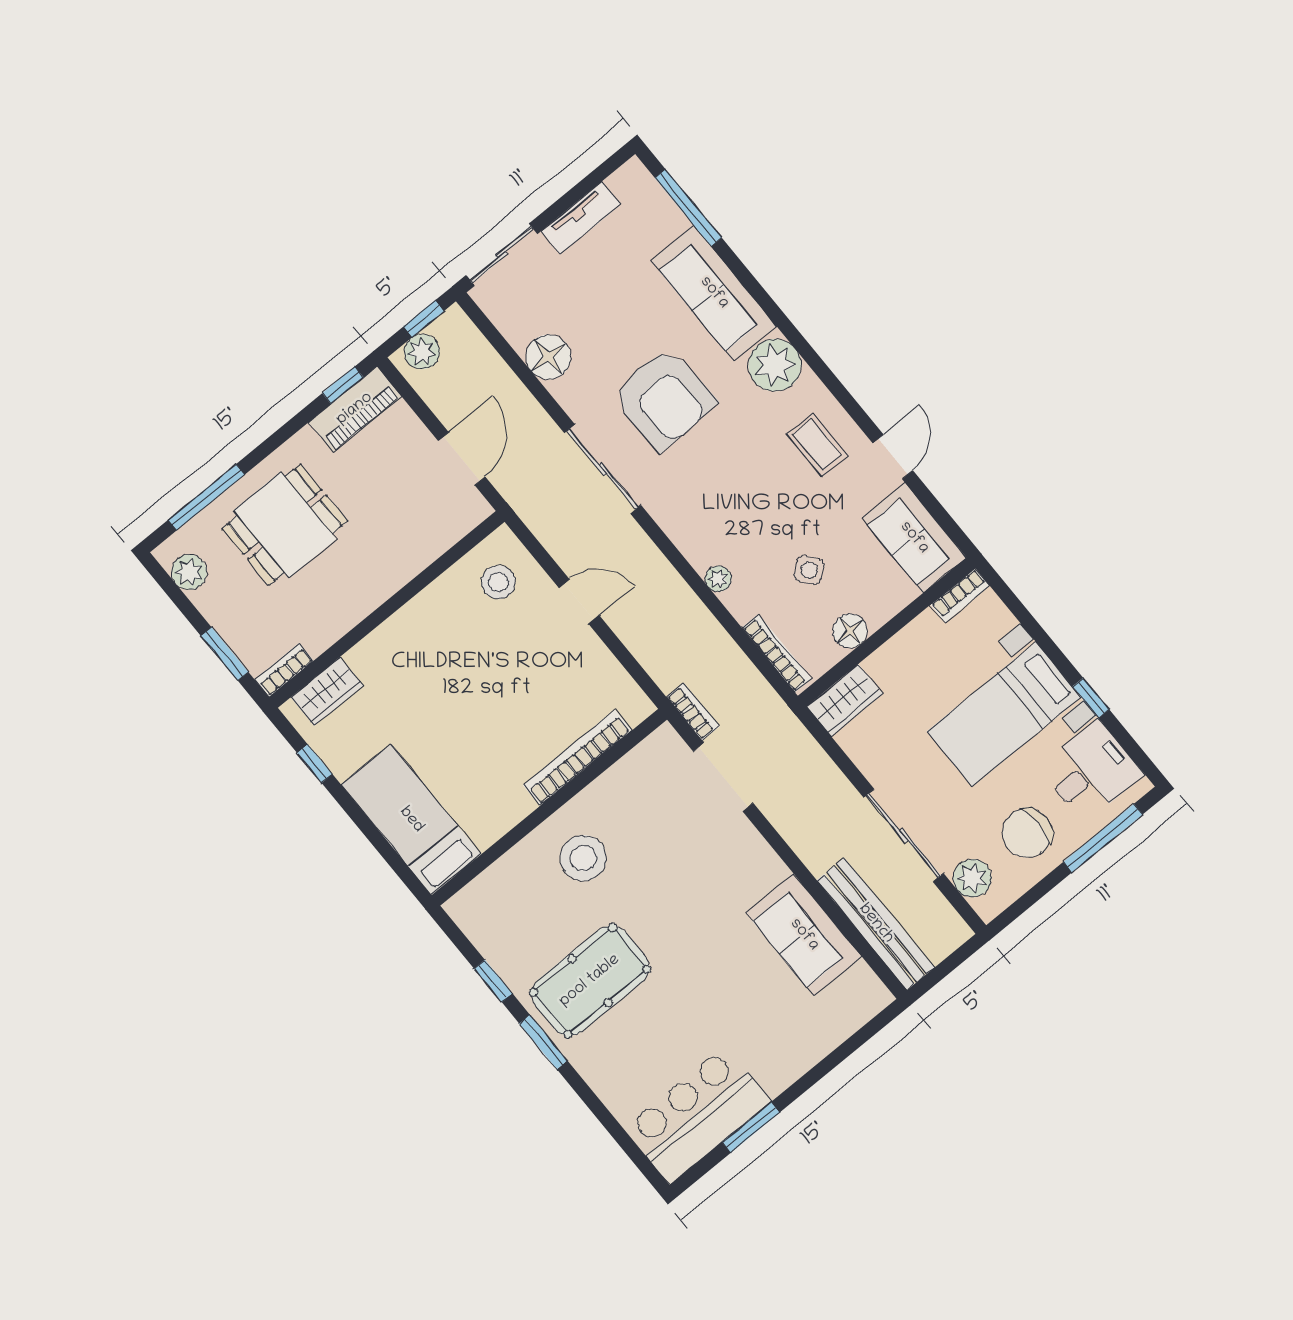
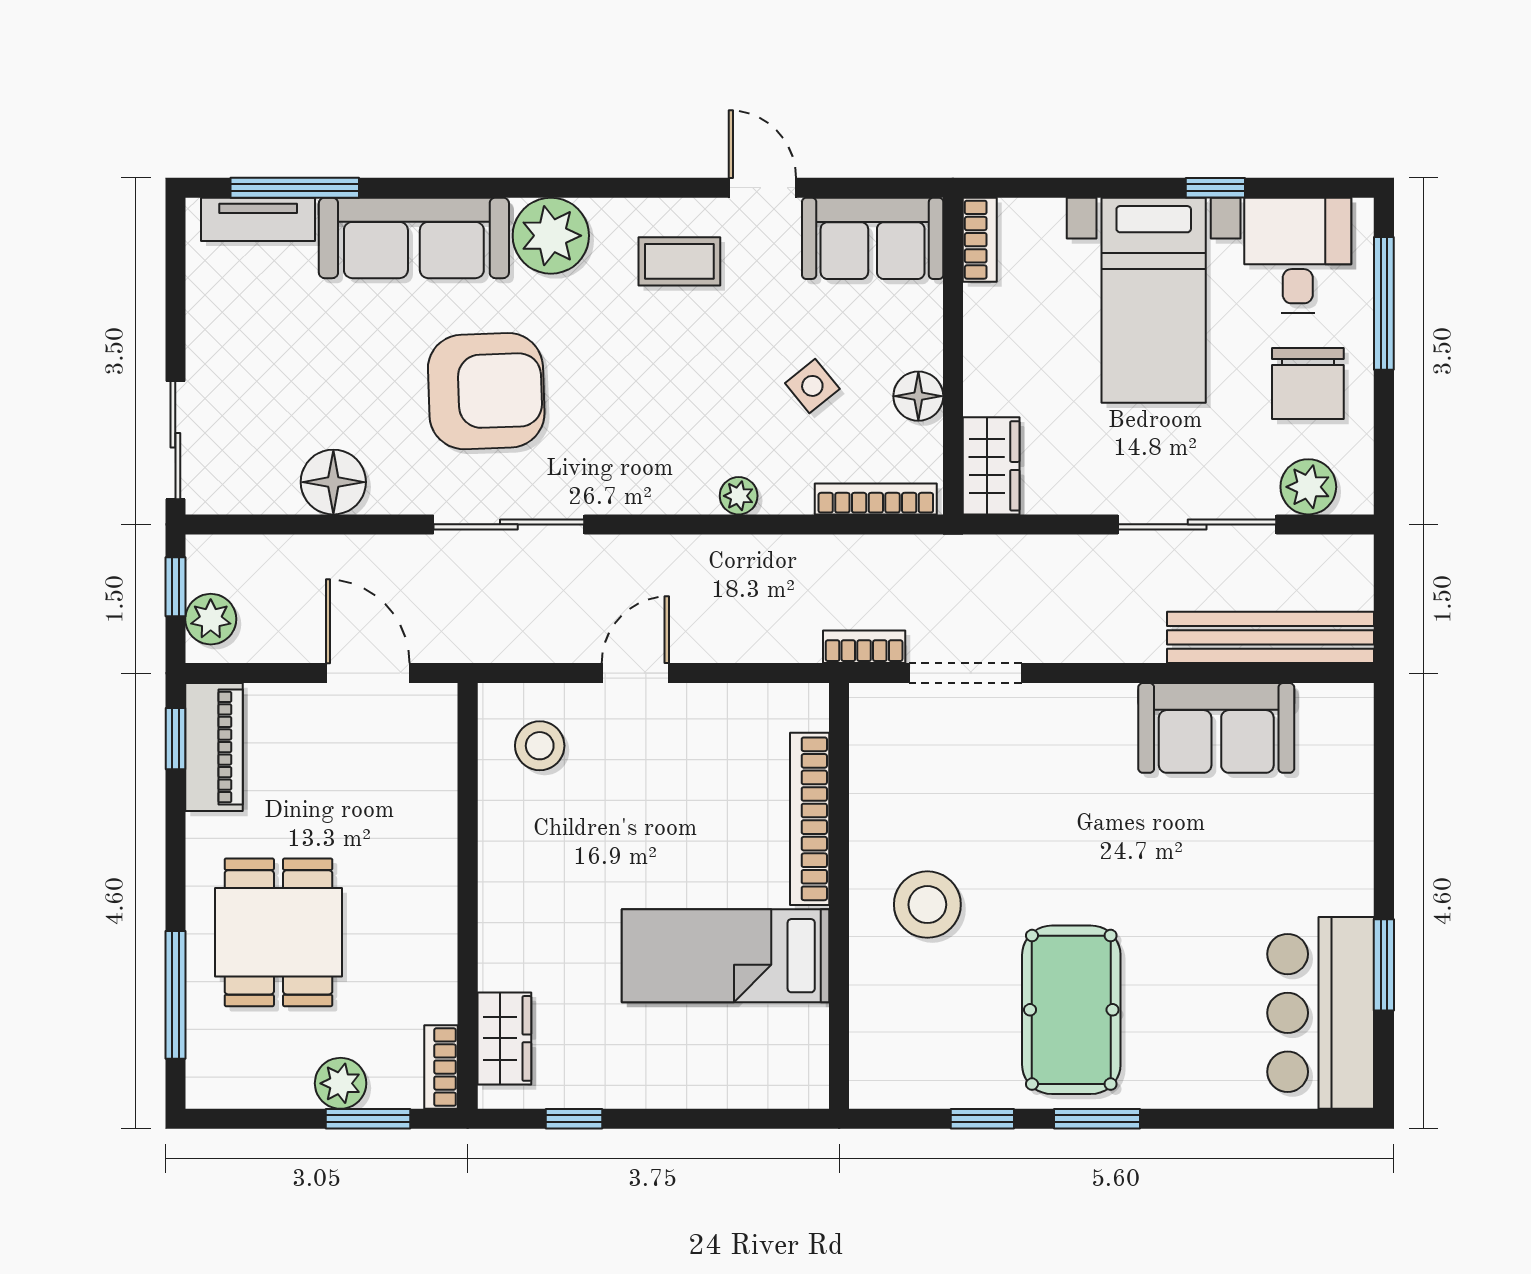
tv unit: (581, 218) -> (258, 219), moved, turned 90
plant: (189, 572) -> (341, 1083), moved
bed: (411, 820) -> (726, 956), moved

